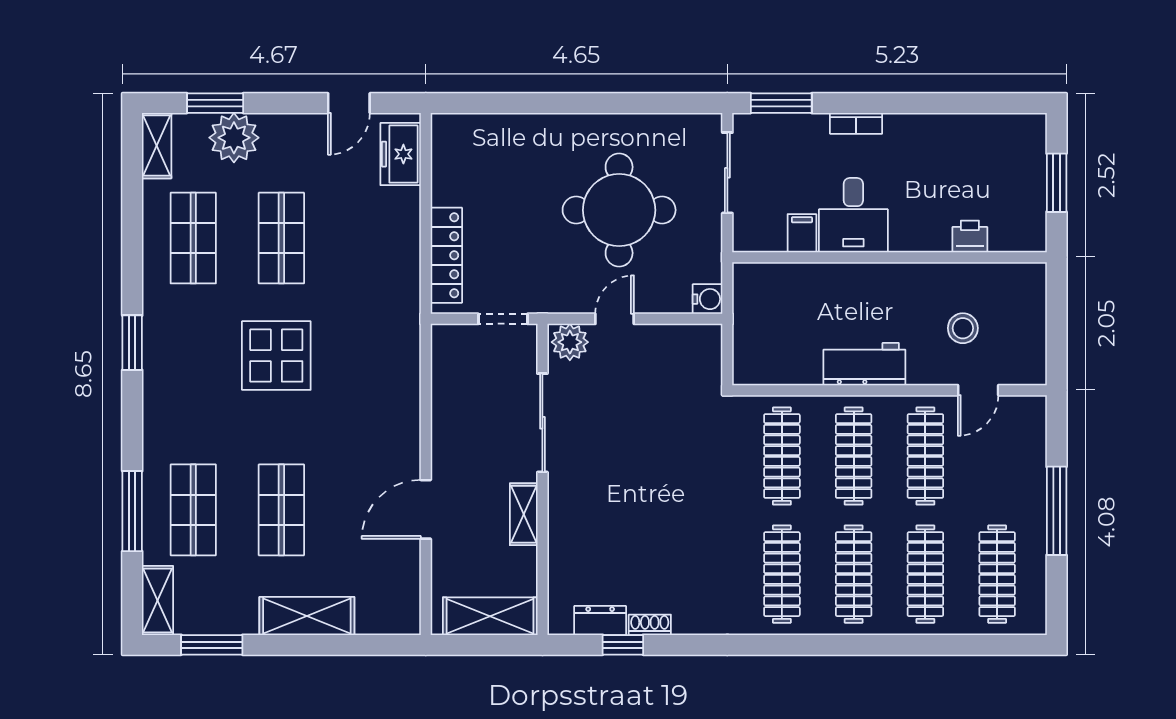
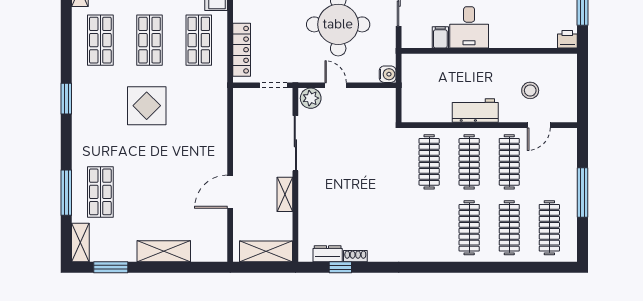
printer: (970, 236) -> (567, 39), moved
door: (615, 319) -> (336, 85), hinge flipped
shop shelf: (281, 510) -> (199, 40), moved
clothes rail: (782, 574) -> (429, 228), removed

